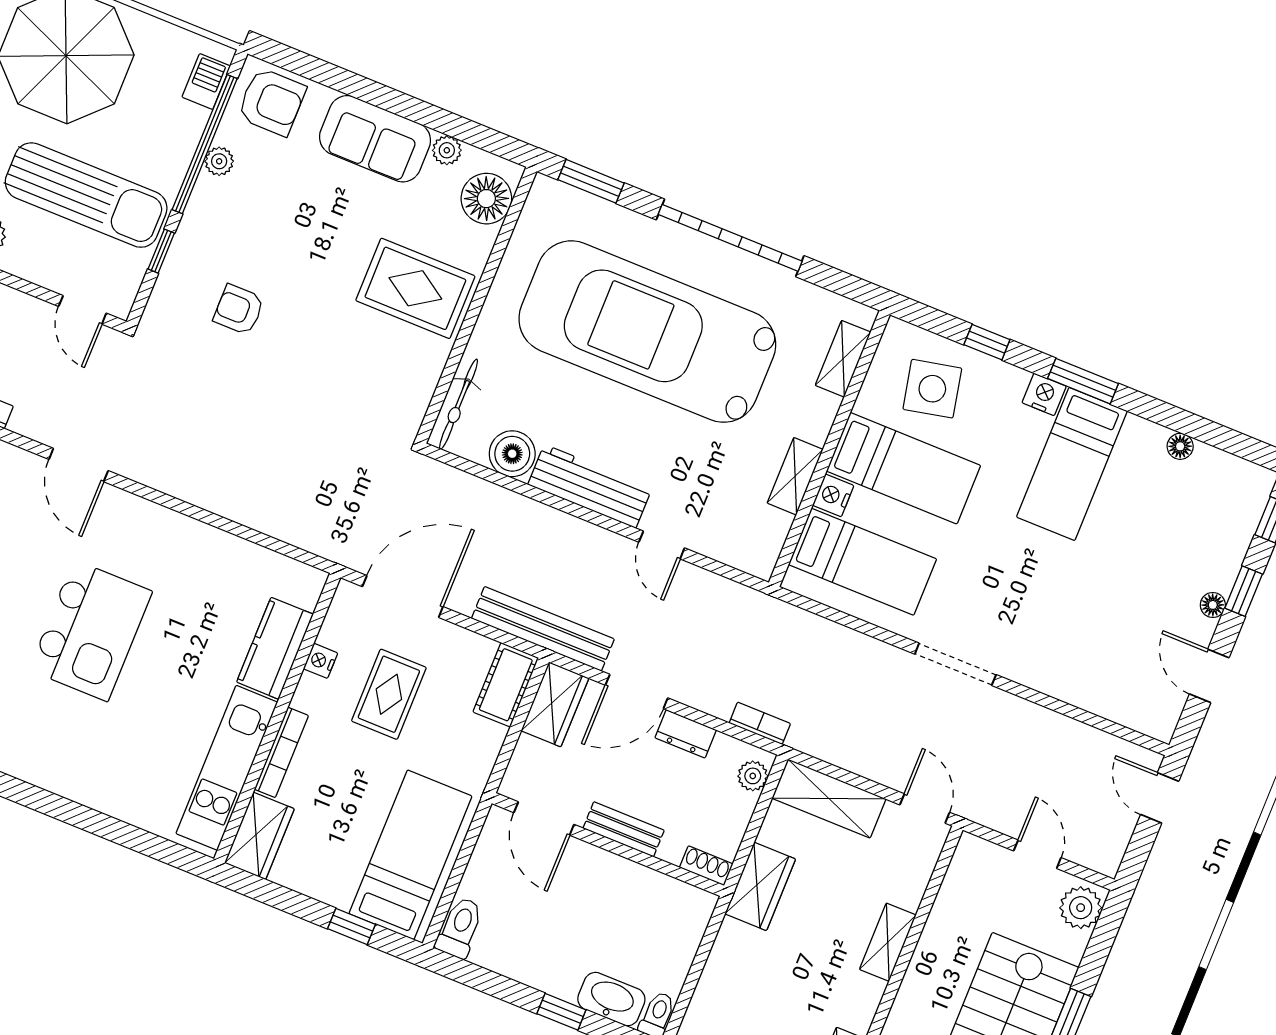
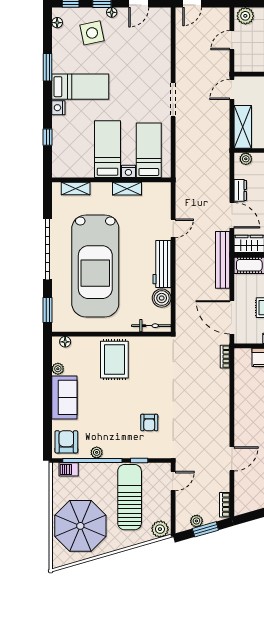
floor lamp: (486, 199) -> (65, 342), width x0.53, depth x0.53
window: (1083, 381) -> (48, 67), moved
side table: (932, 389) -> (92, 33), moved
floor lamp: (1180, 446) -> (57, 23), moved
bookcase: (760, 723) -> (225, 357), moved

